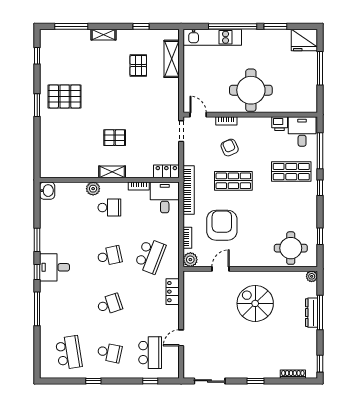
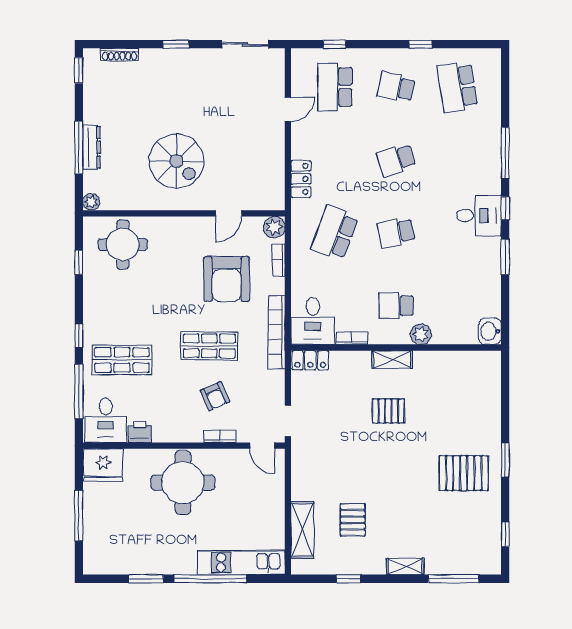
fridge: (304, 40) -> (103, 465), moved, turned 180

